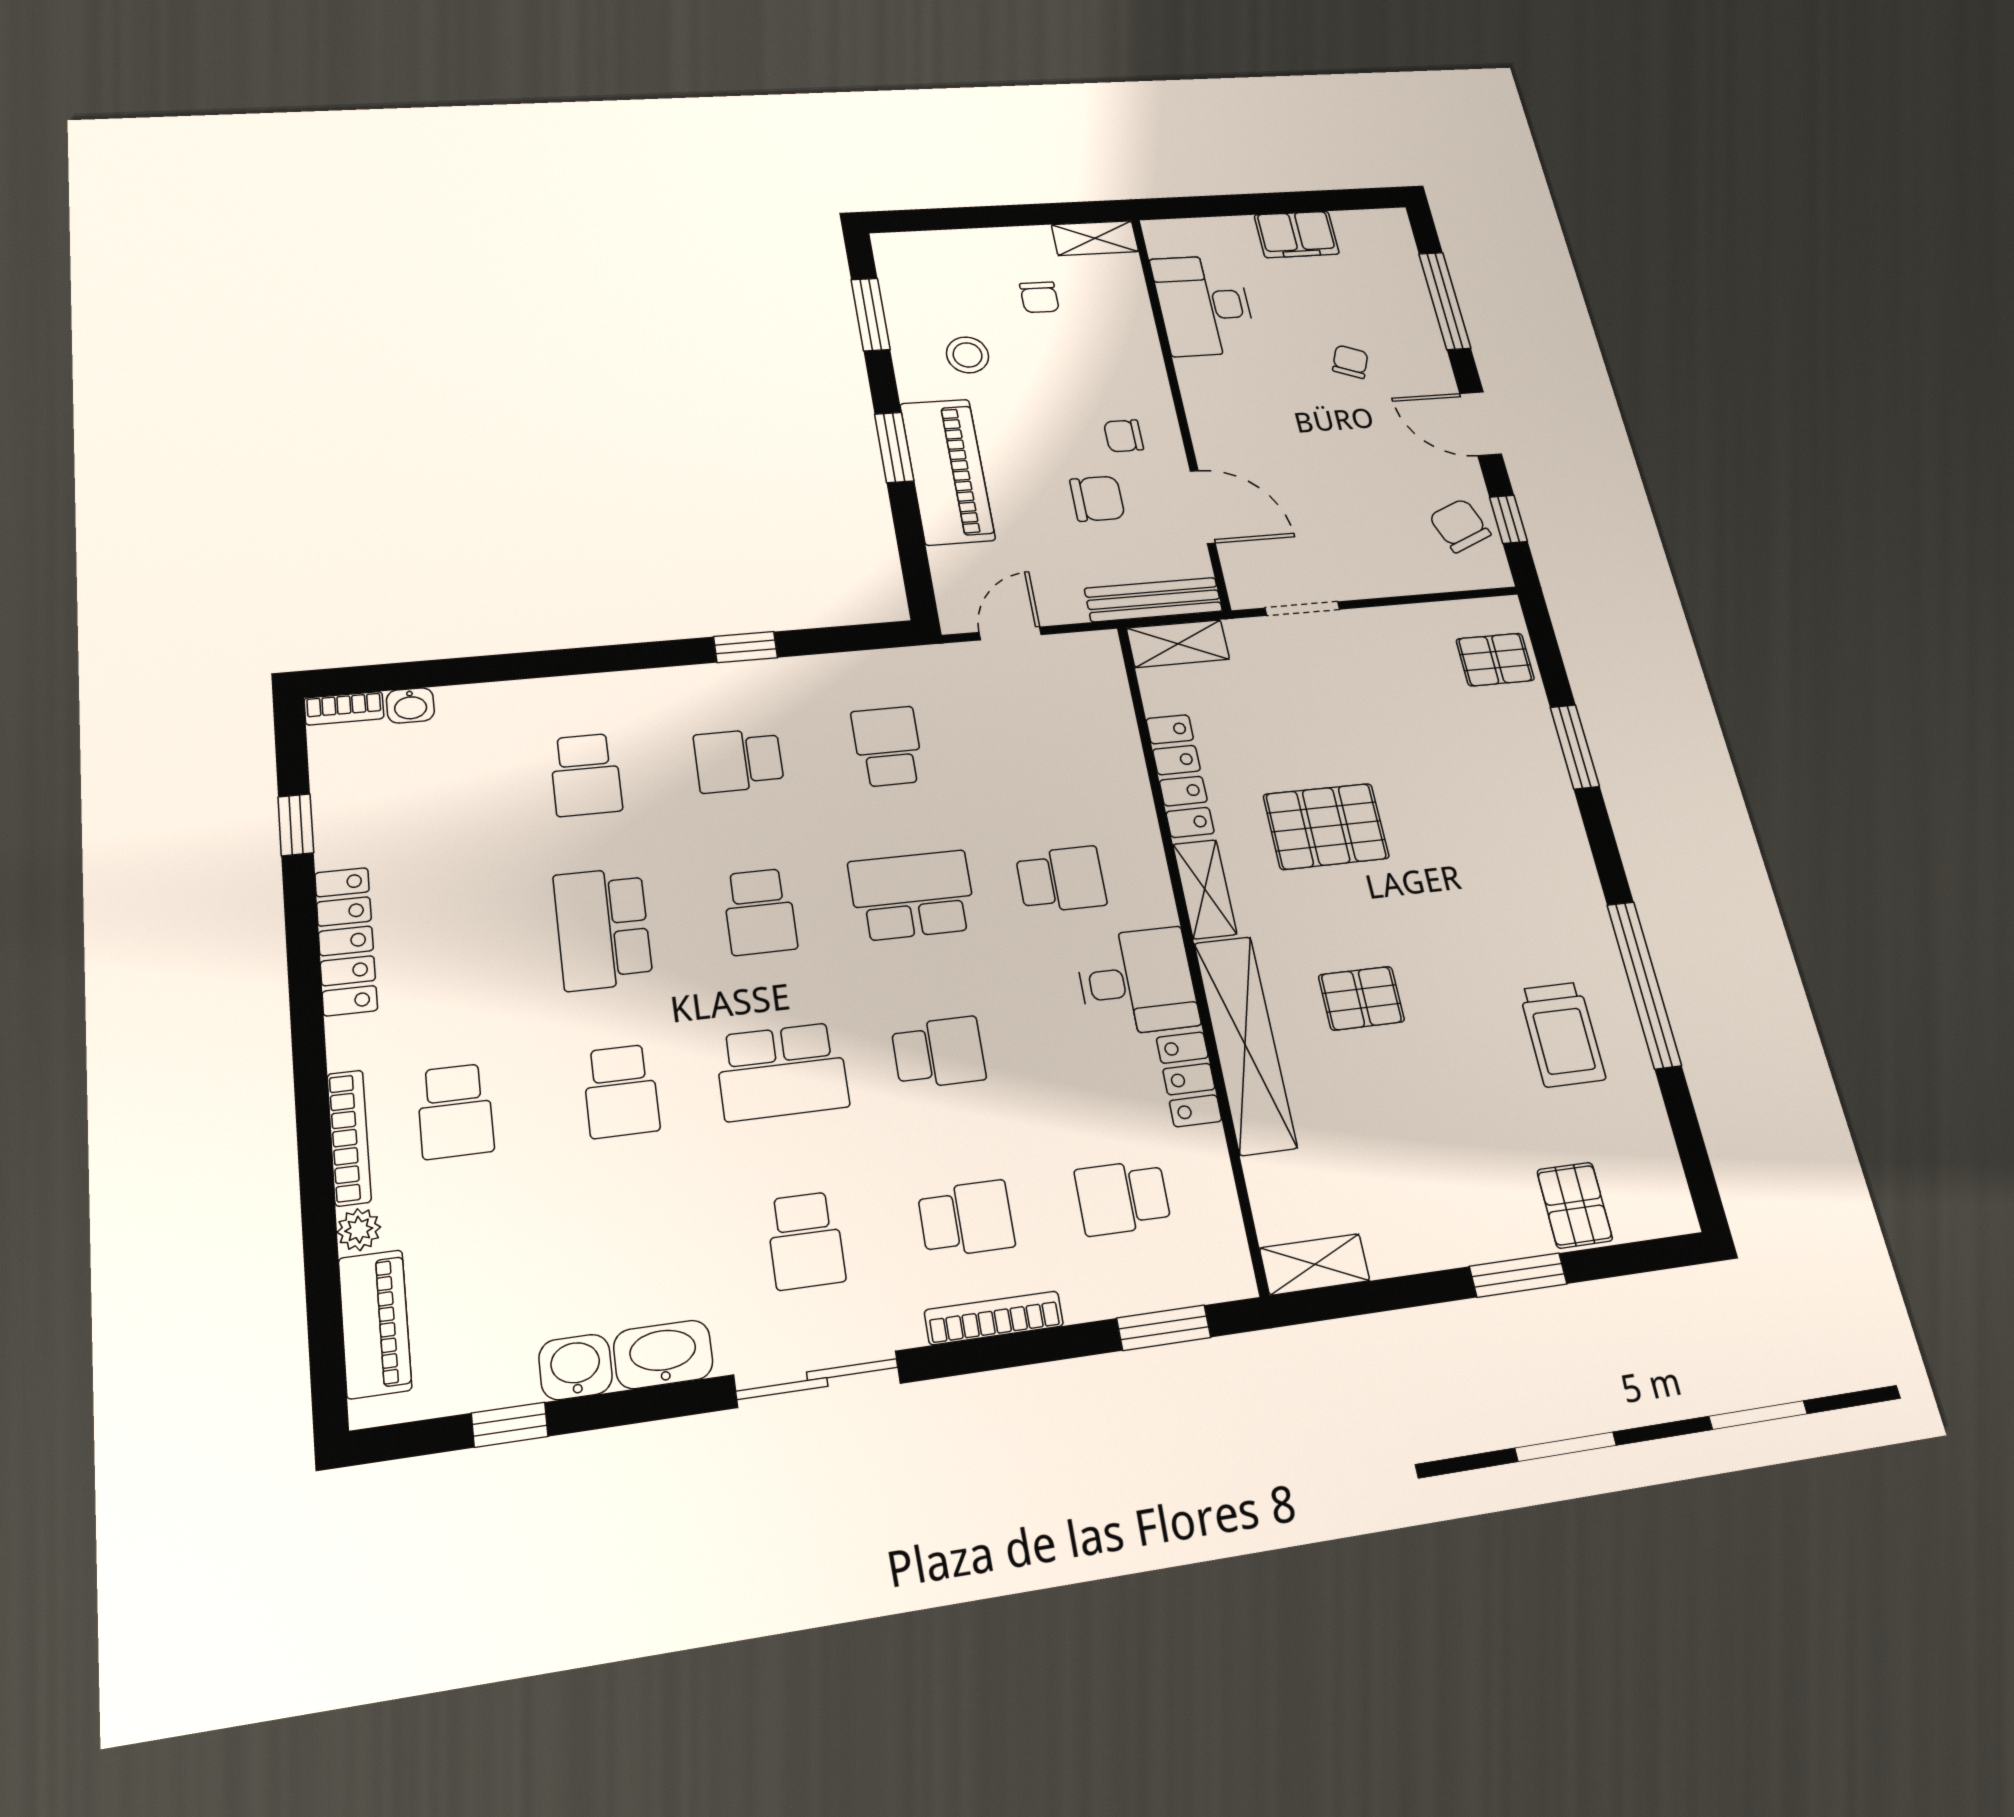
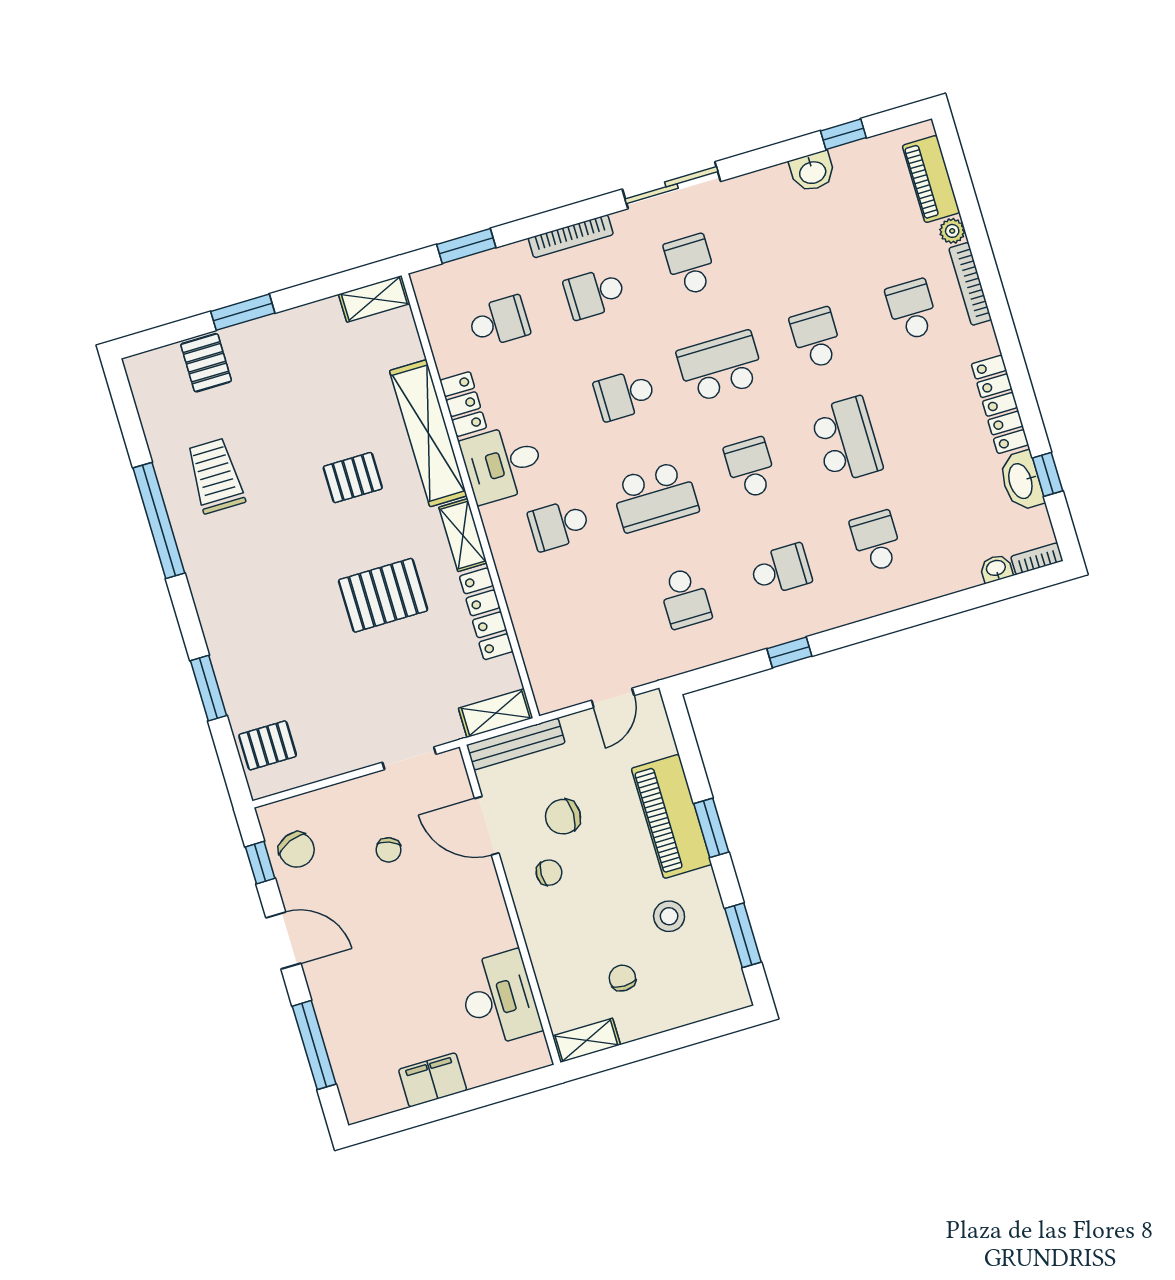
chair: (1350, 362) -> (389, 850), moved
washbasin: (663, 1354) -> (1021, 481), moved, turned 90

